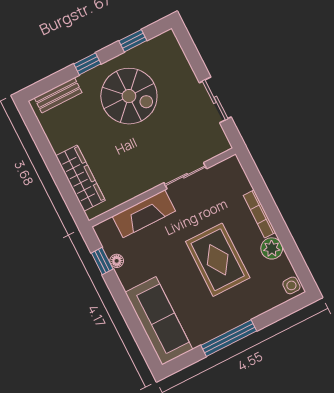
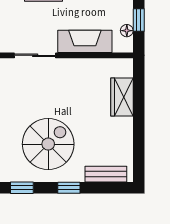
spiral stairs: (129, 96) -> (48, 144), turned 90
wardrobe: (81, 178) -> (122, 97), width x0.67
floor lamp: (117, 261) -> (127, 31), moved

